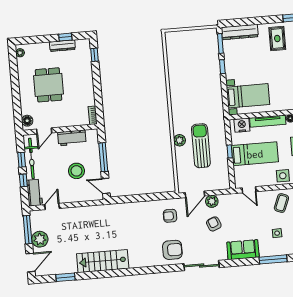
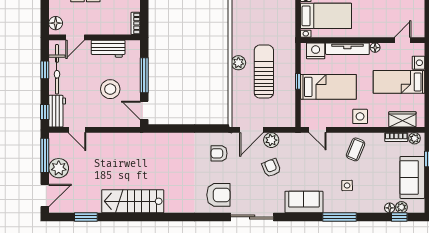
window: (23, 180) -> (45, 112), moved
door: (52, 207) -> (77, 130), swing flipped

